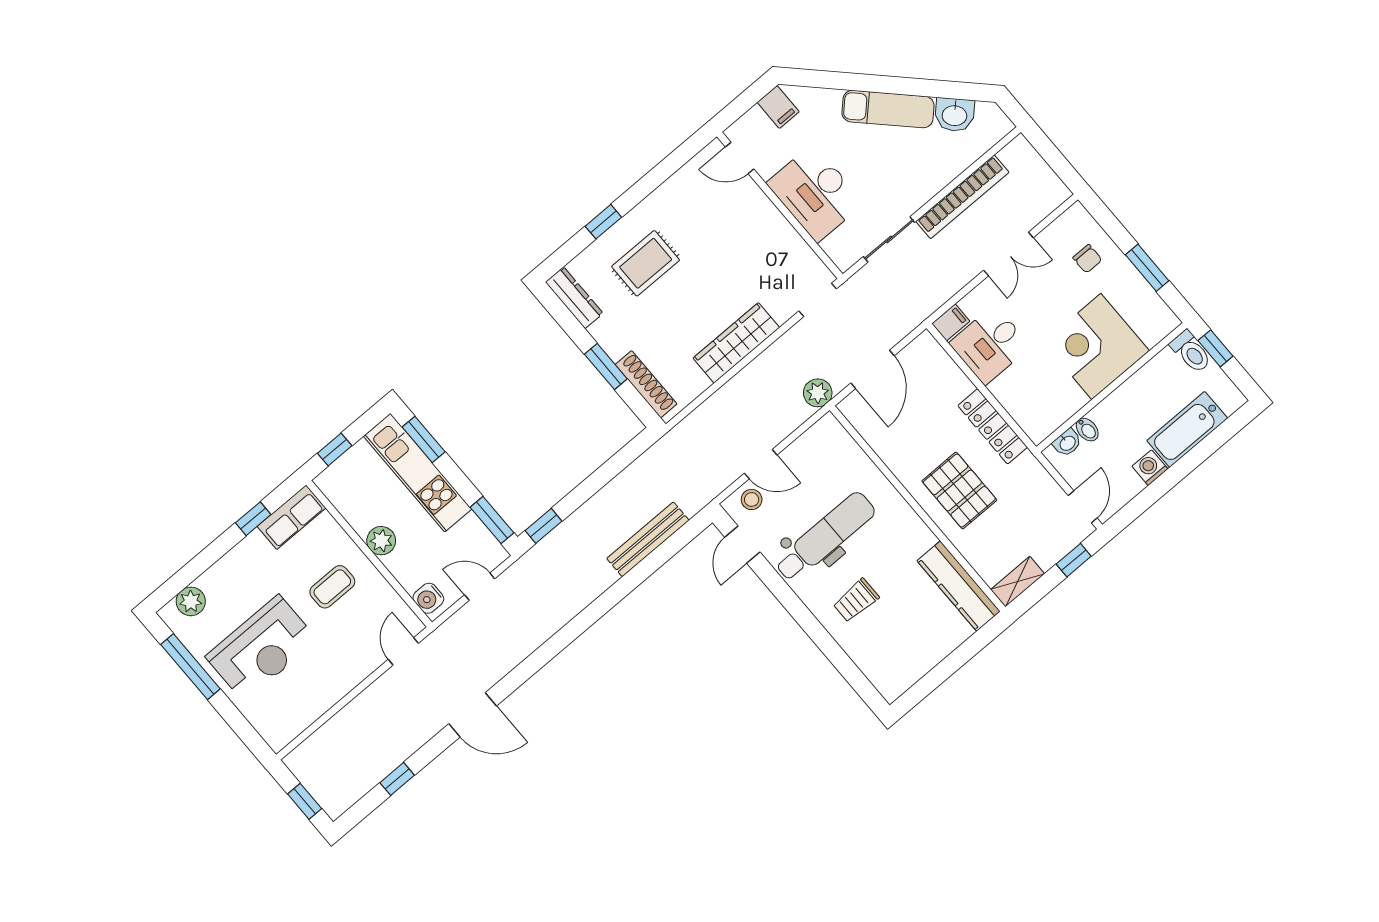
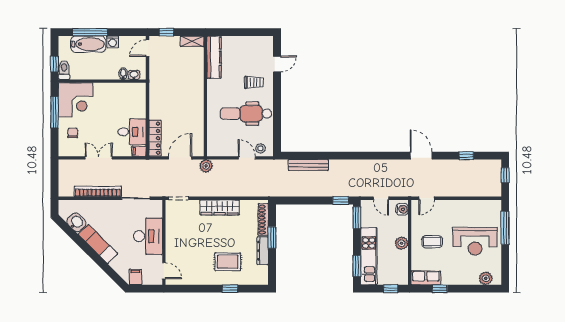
window: (1147, 268) -> (55, 112), width x1.44
dresser: (574, 298) -> (263, 251), moved
corner desk: (1096, 346) -> (76, 100), moved
locker: (993, 426) -> (155, 138), moved
window: (1201, 452) -> (90, 32), added
pallet: (959, 491) -> (186, 90), removed
door: (742, 545) -> (277, 64), moved
reception desk: (261, 648) -> (475, 241), turned 180
window: (190, 667) -> (505, 228), moved

